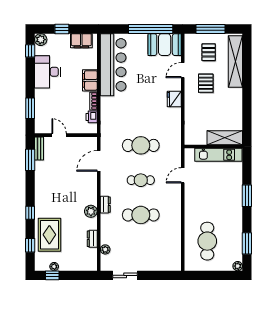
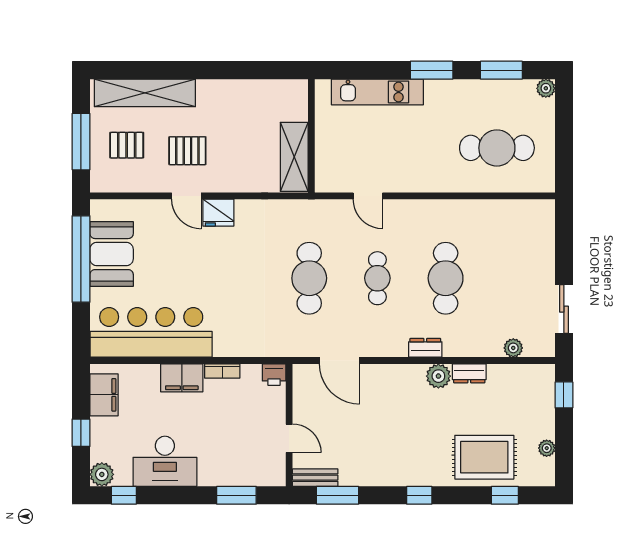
booth: (165, 45) -> (112, 254), moved
door: (183, 70) -> (186, 196), moved
printer: (92, 117) -> (274, 375), moved
door: (59, 135) -> (289, 438), swing flipped
shelving: (225, 138) -> (294, 157), moved
kitchen unit: (218, 155) -> (377, 92), moved, turned 90
window: (247, 196) -> (432, 70), moved
window: (30, 213) -> (419, 495), moved
dresser: (92, 239) -> (469, 373), moved
window: (52, 275) -> (564, 395), moved

